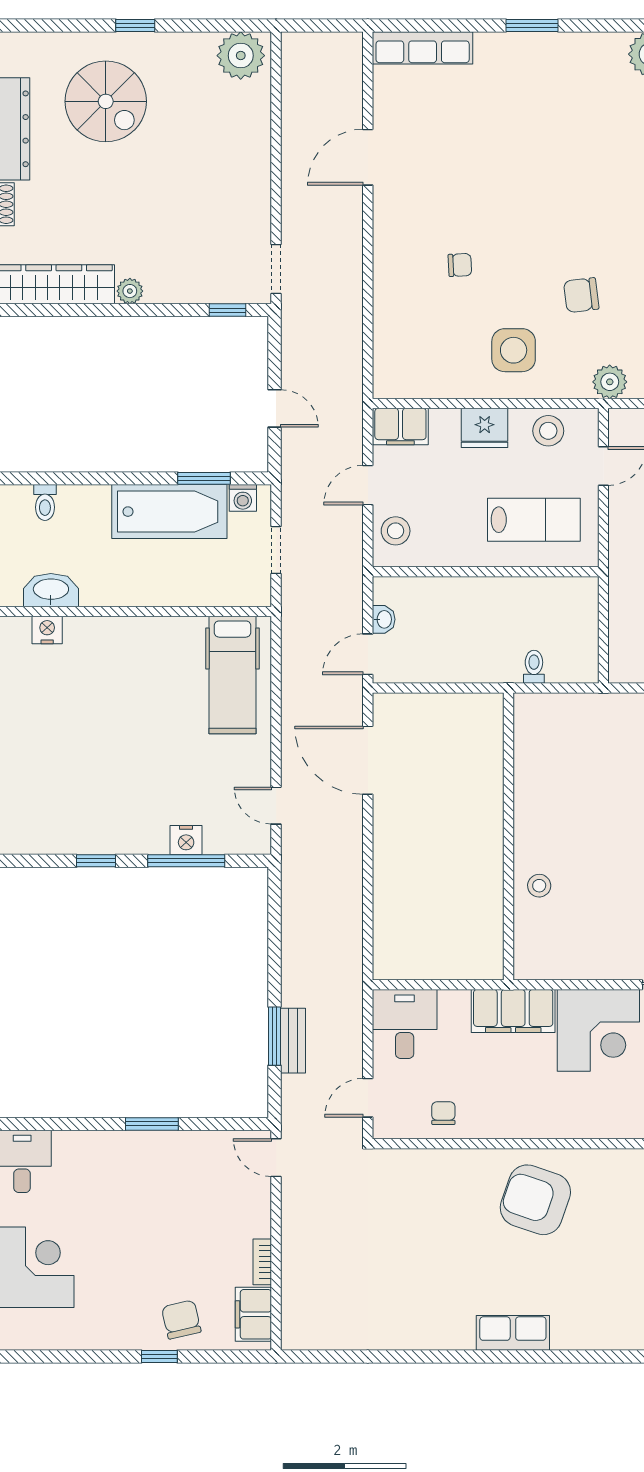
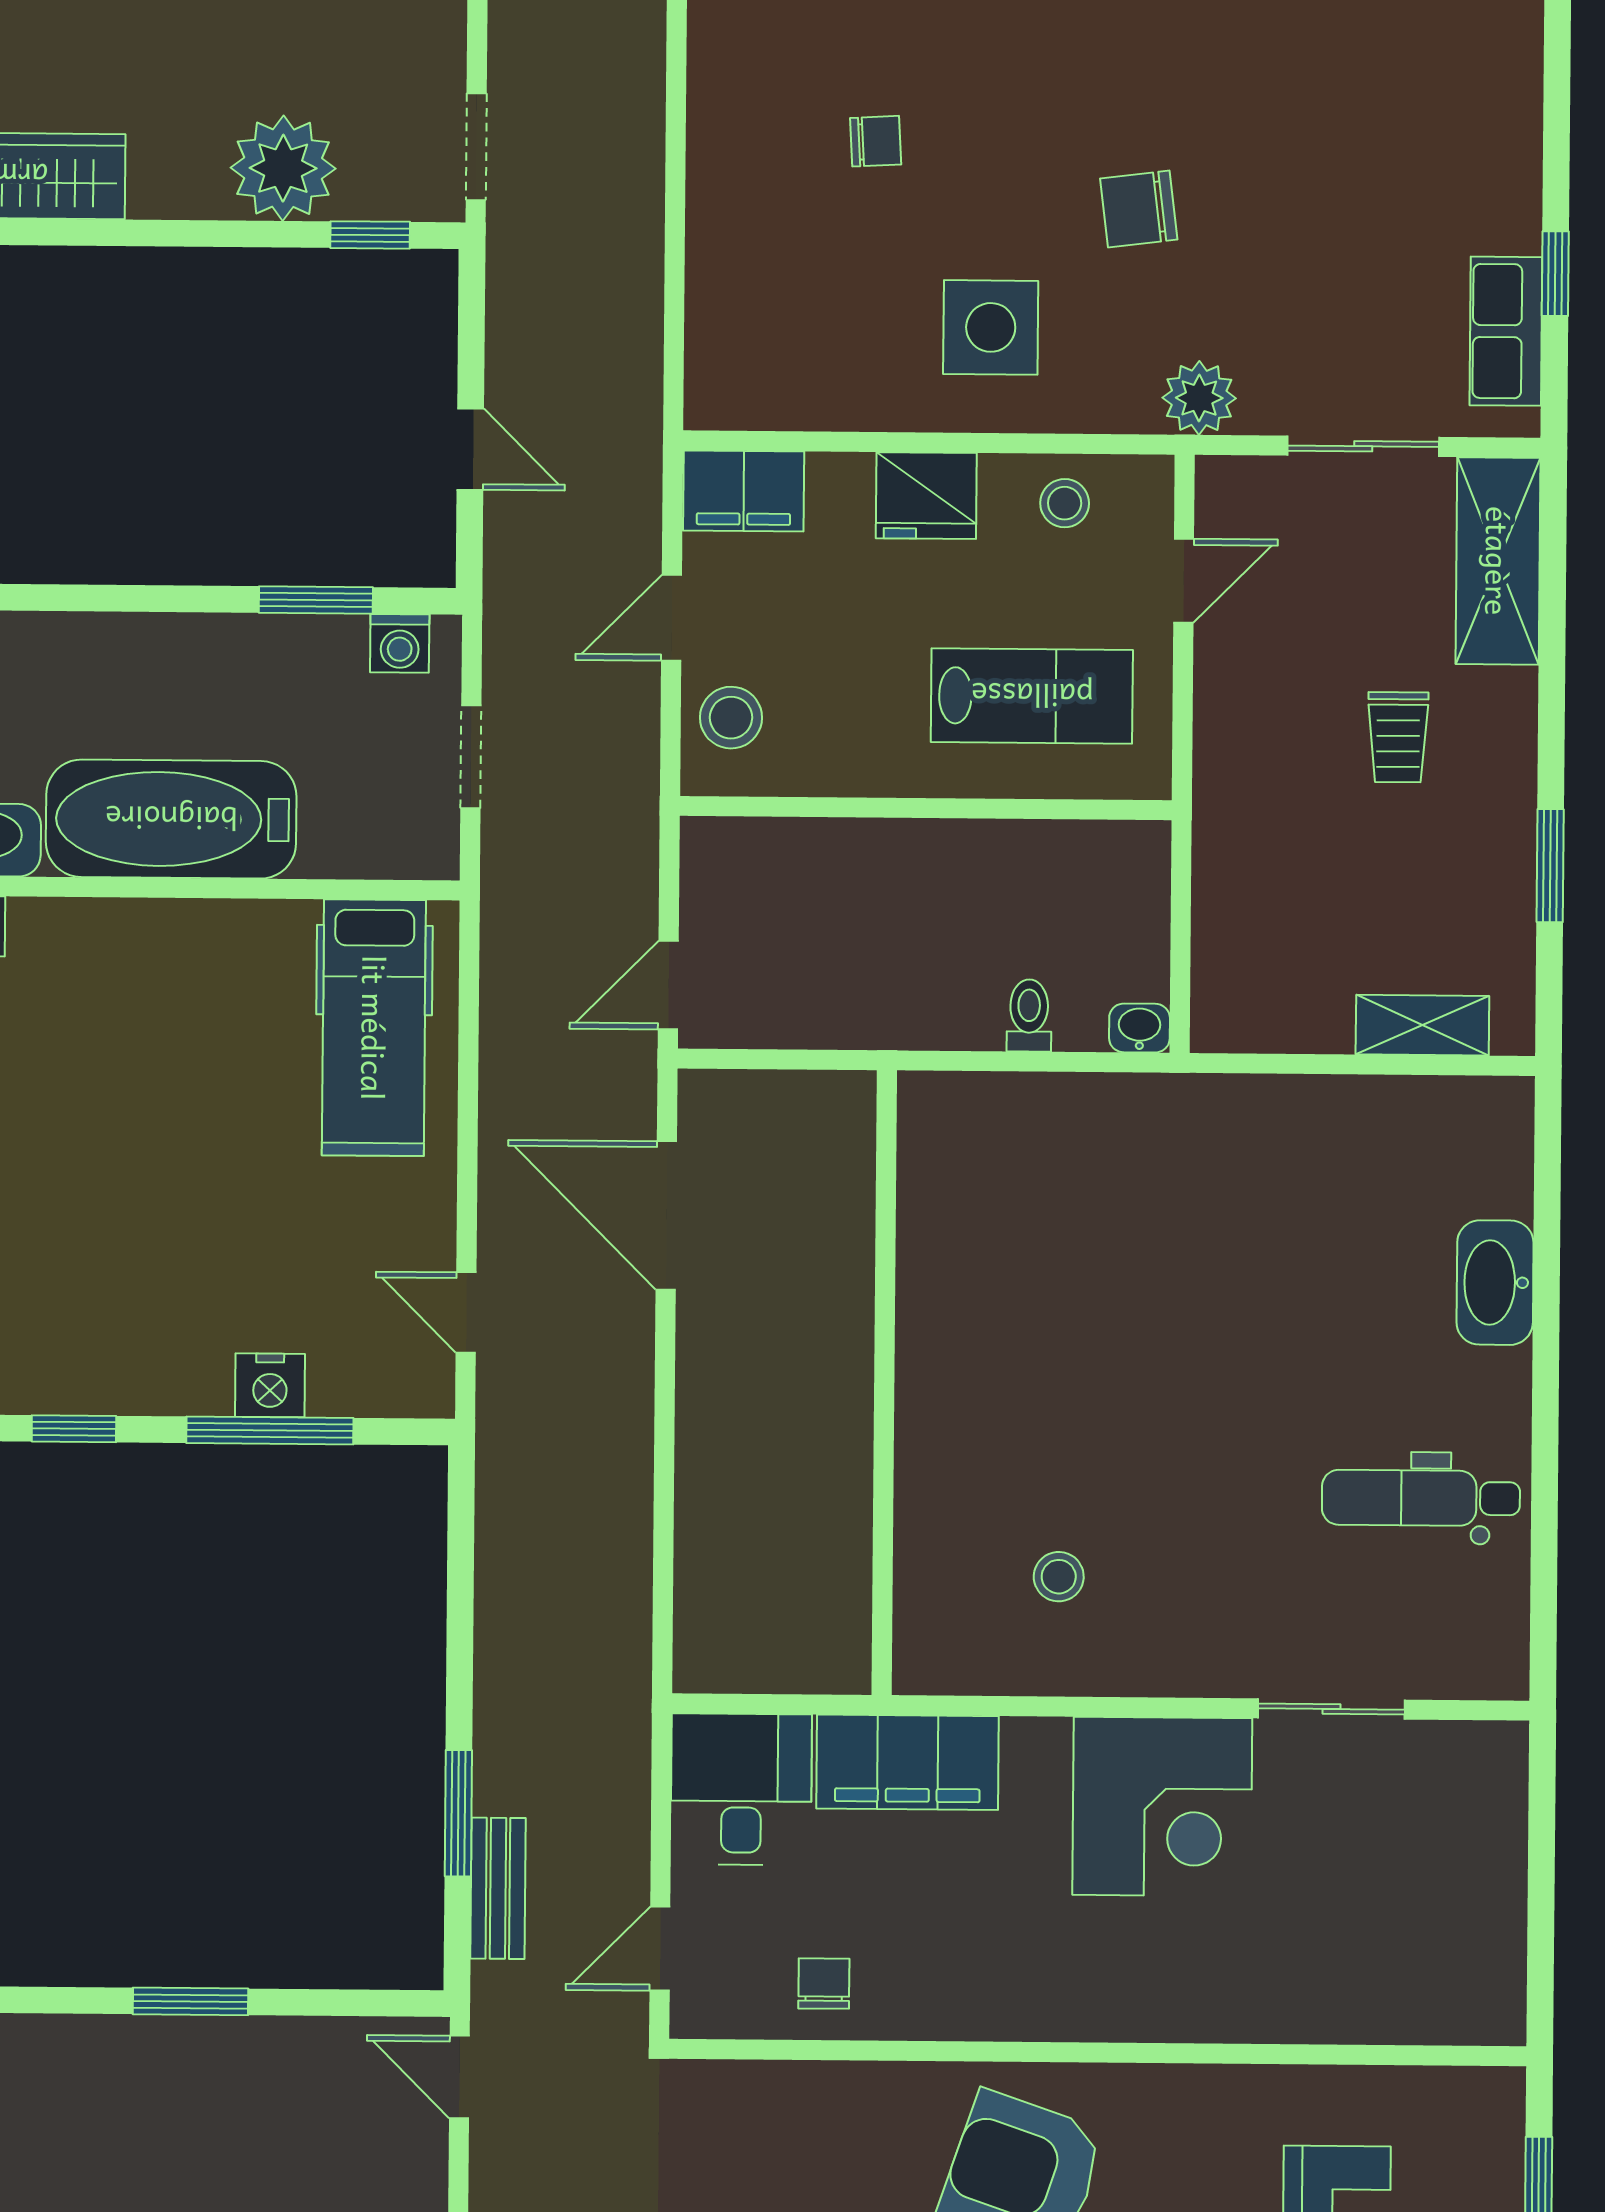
plant: (130, 291) -> (283, 168), moved, width x1.88, depth x1.88
stool: (548, 431) -> (1065, 503), width x0.73, depth x0.73
bathtub: (169, 512) -> (171, 819), moved, turned 180
washbasin: (384, 619) -> (1139, 1028), moved, turned -90
wall: (509, 836) -> (884, 1383), moved
stool: (539, 886) -> (1059, 1577), moved
filing cabinet: (513, 1011) -> (908, 1762), moved
bench: (293, 1041) -> (498, 1888), moved

